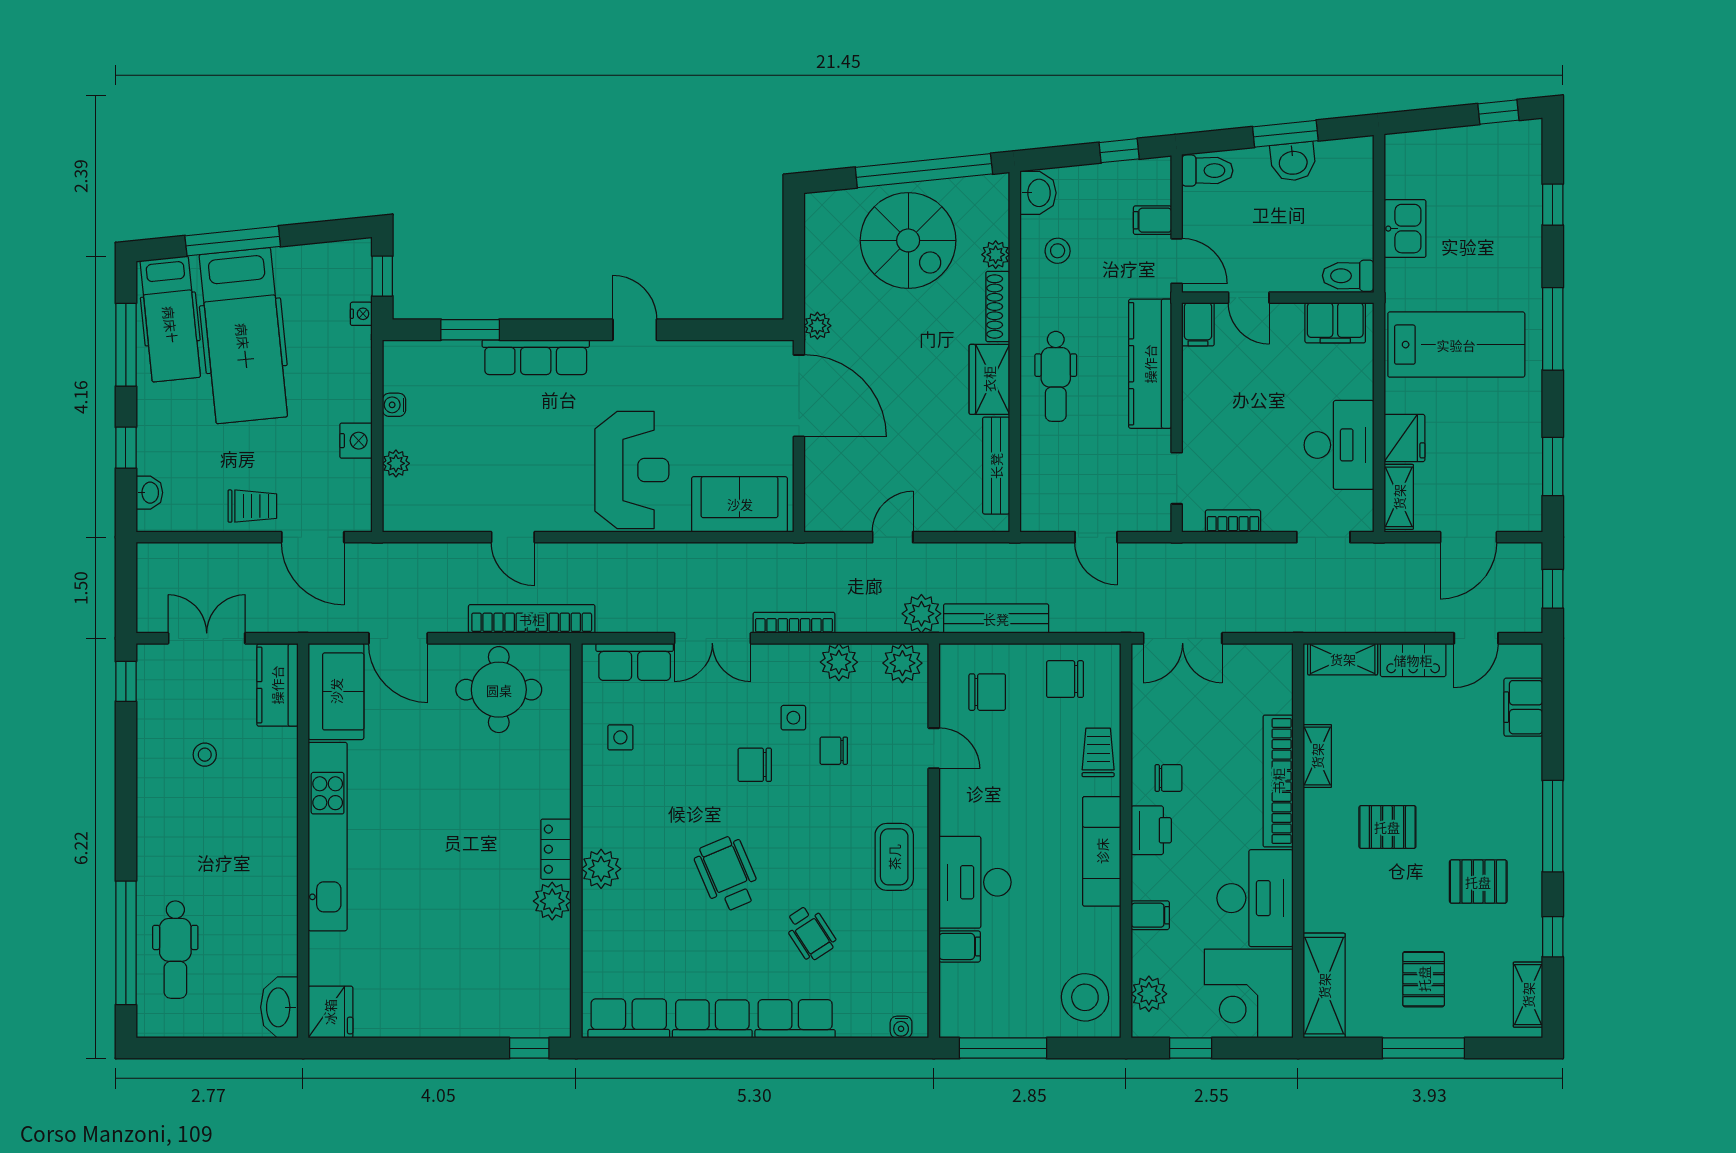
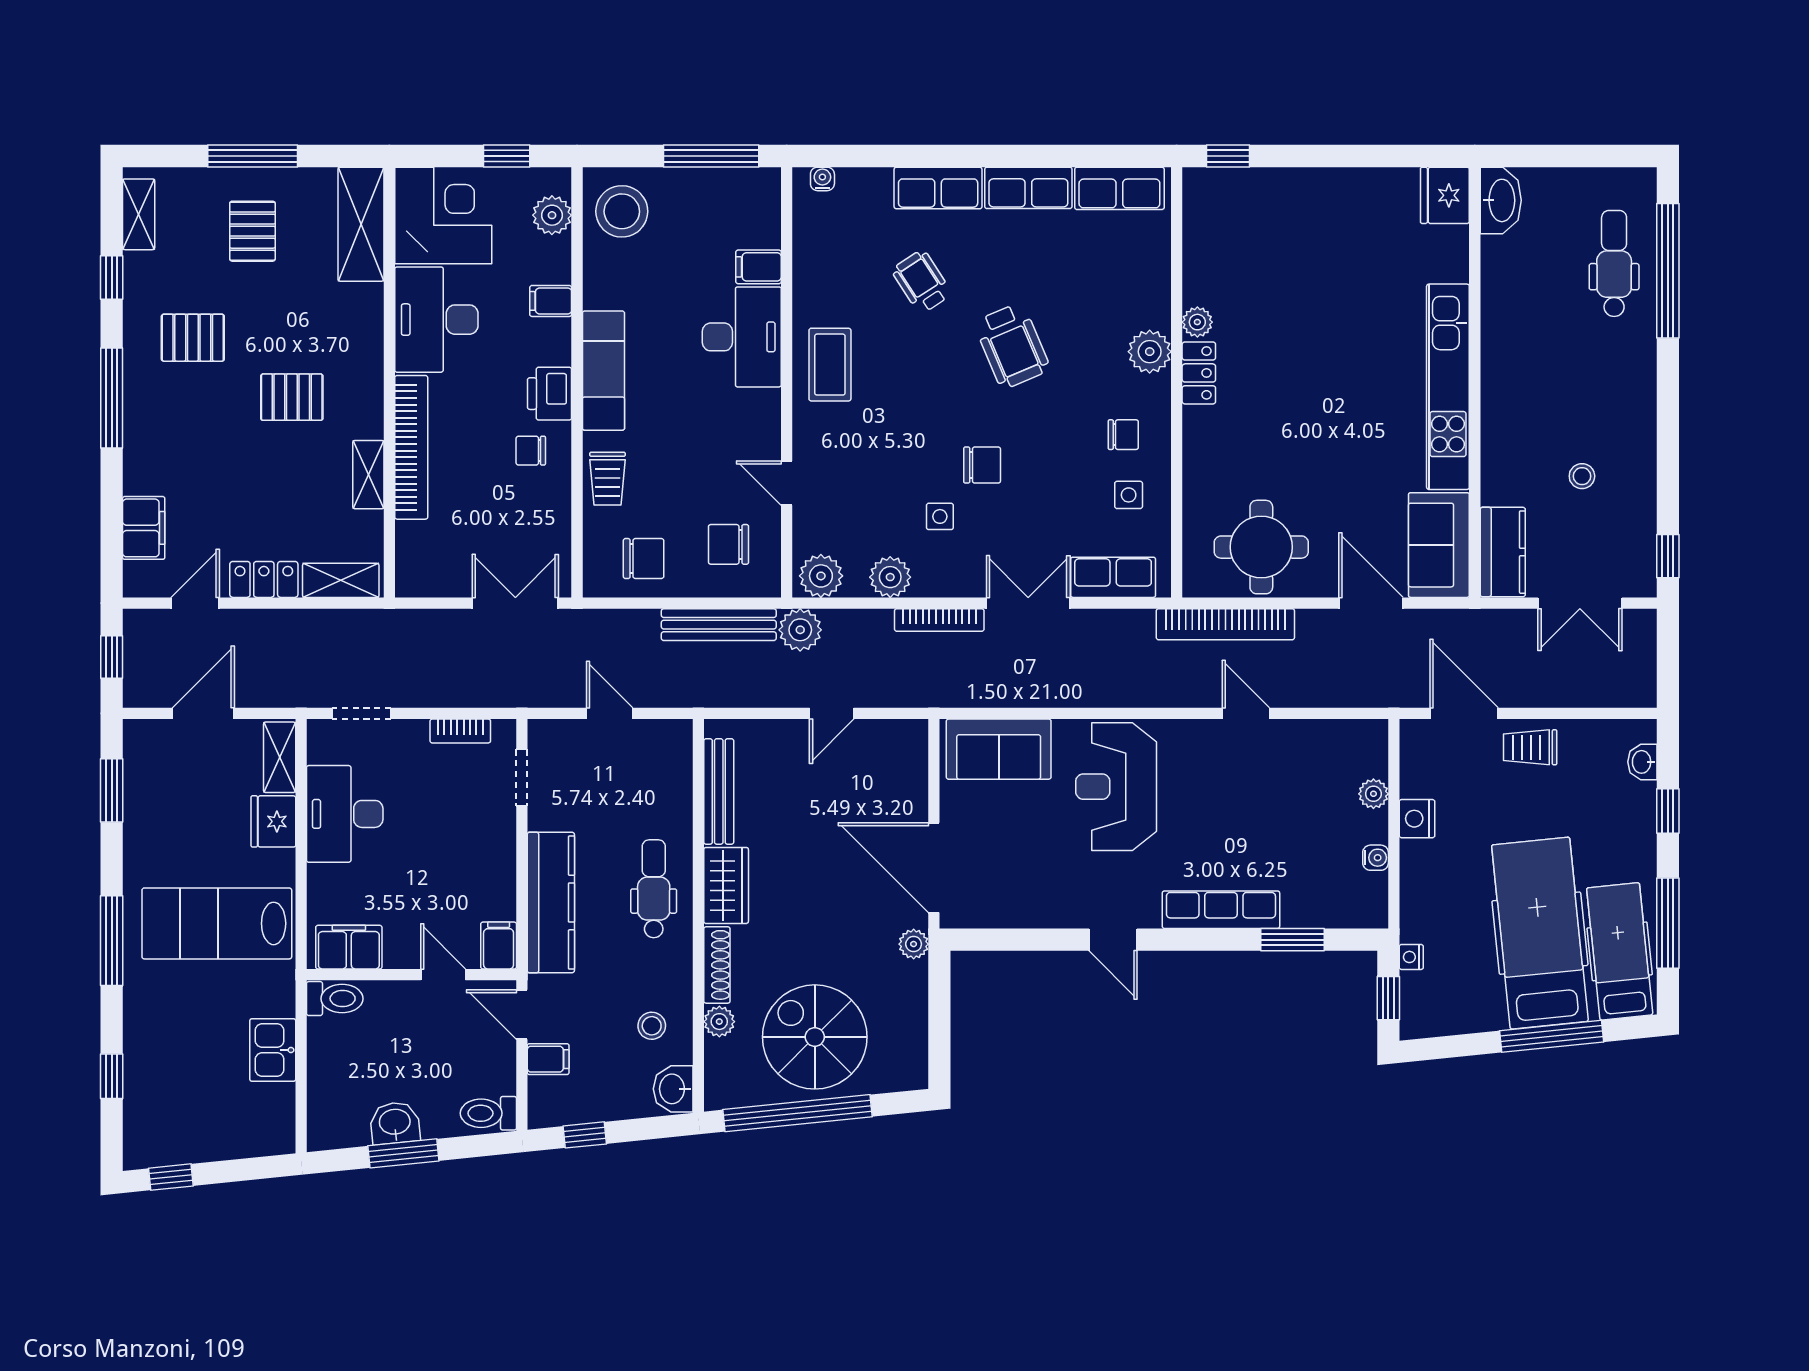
chair: (834, 751) -> (1123, 435), moved
plant: (552, 901) -> (1197, 322), width x0.73, depth x0.73

